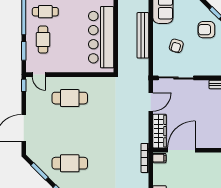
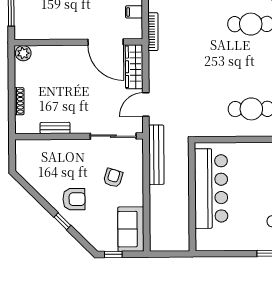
bench: (143, 35) -> (156, 155), moved
door: (181, 150) -> (106, 42), hinge flipped
filing cabinet: (159, 158) -> (134, 12), moved

